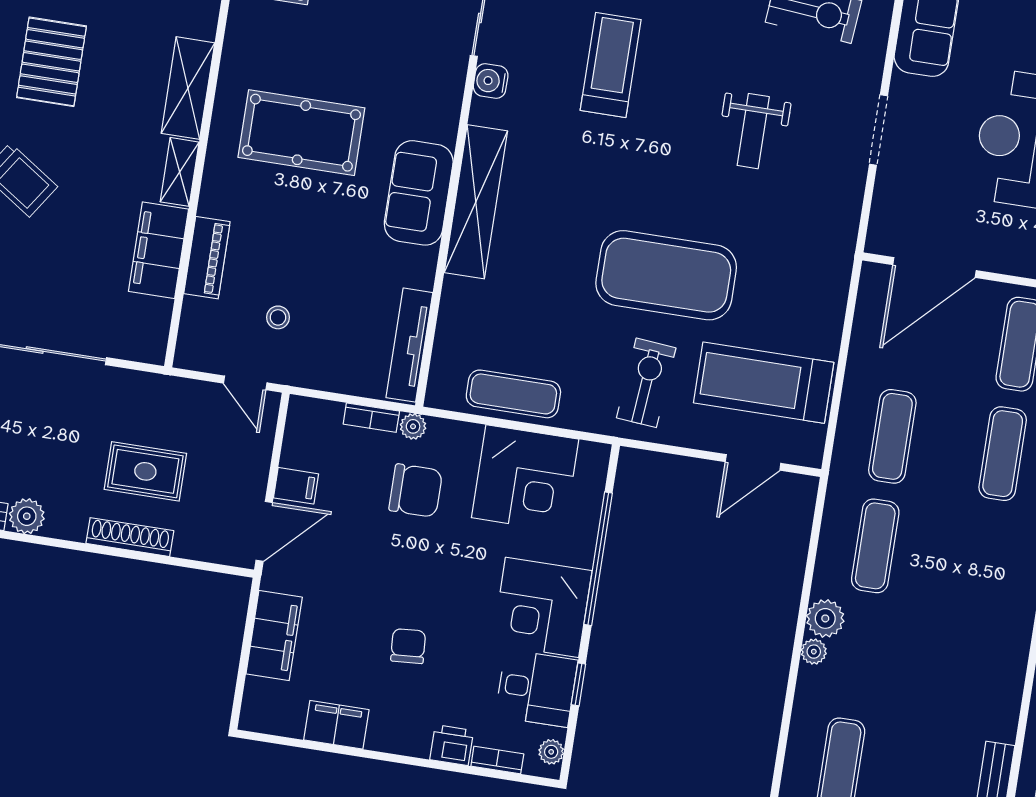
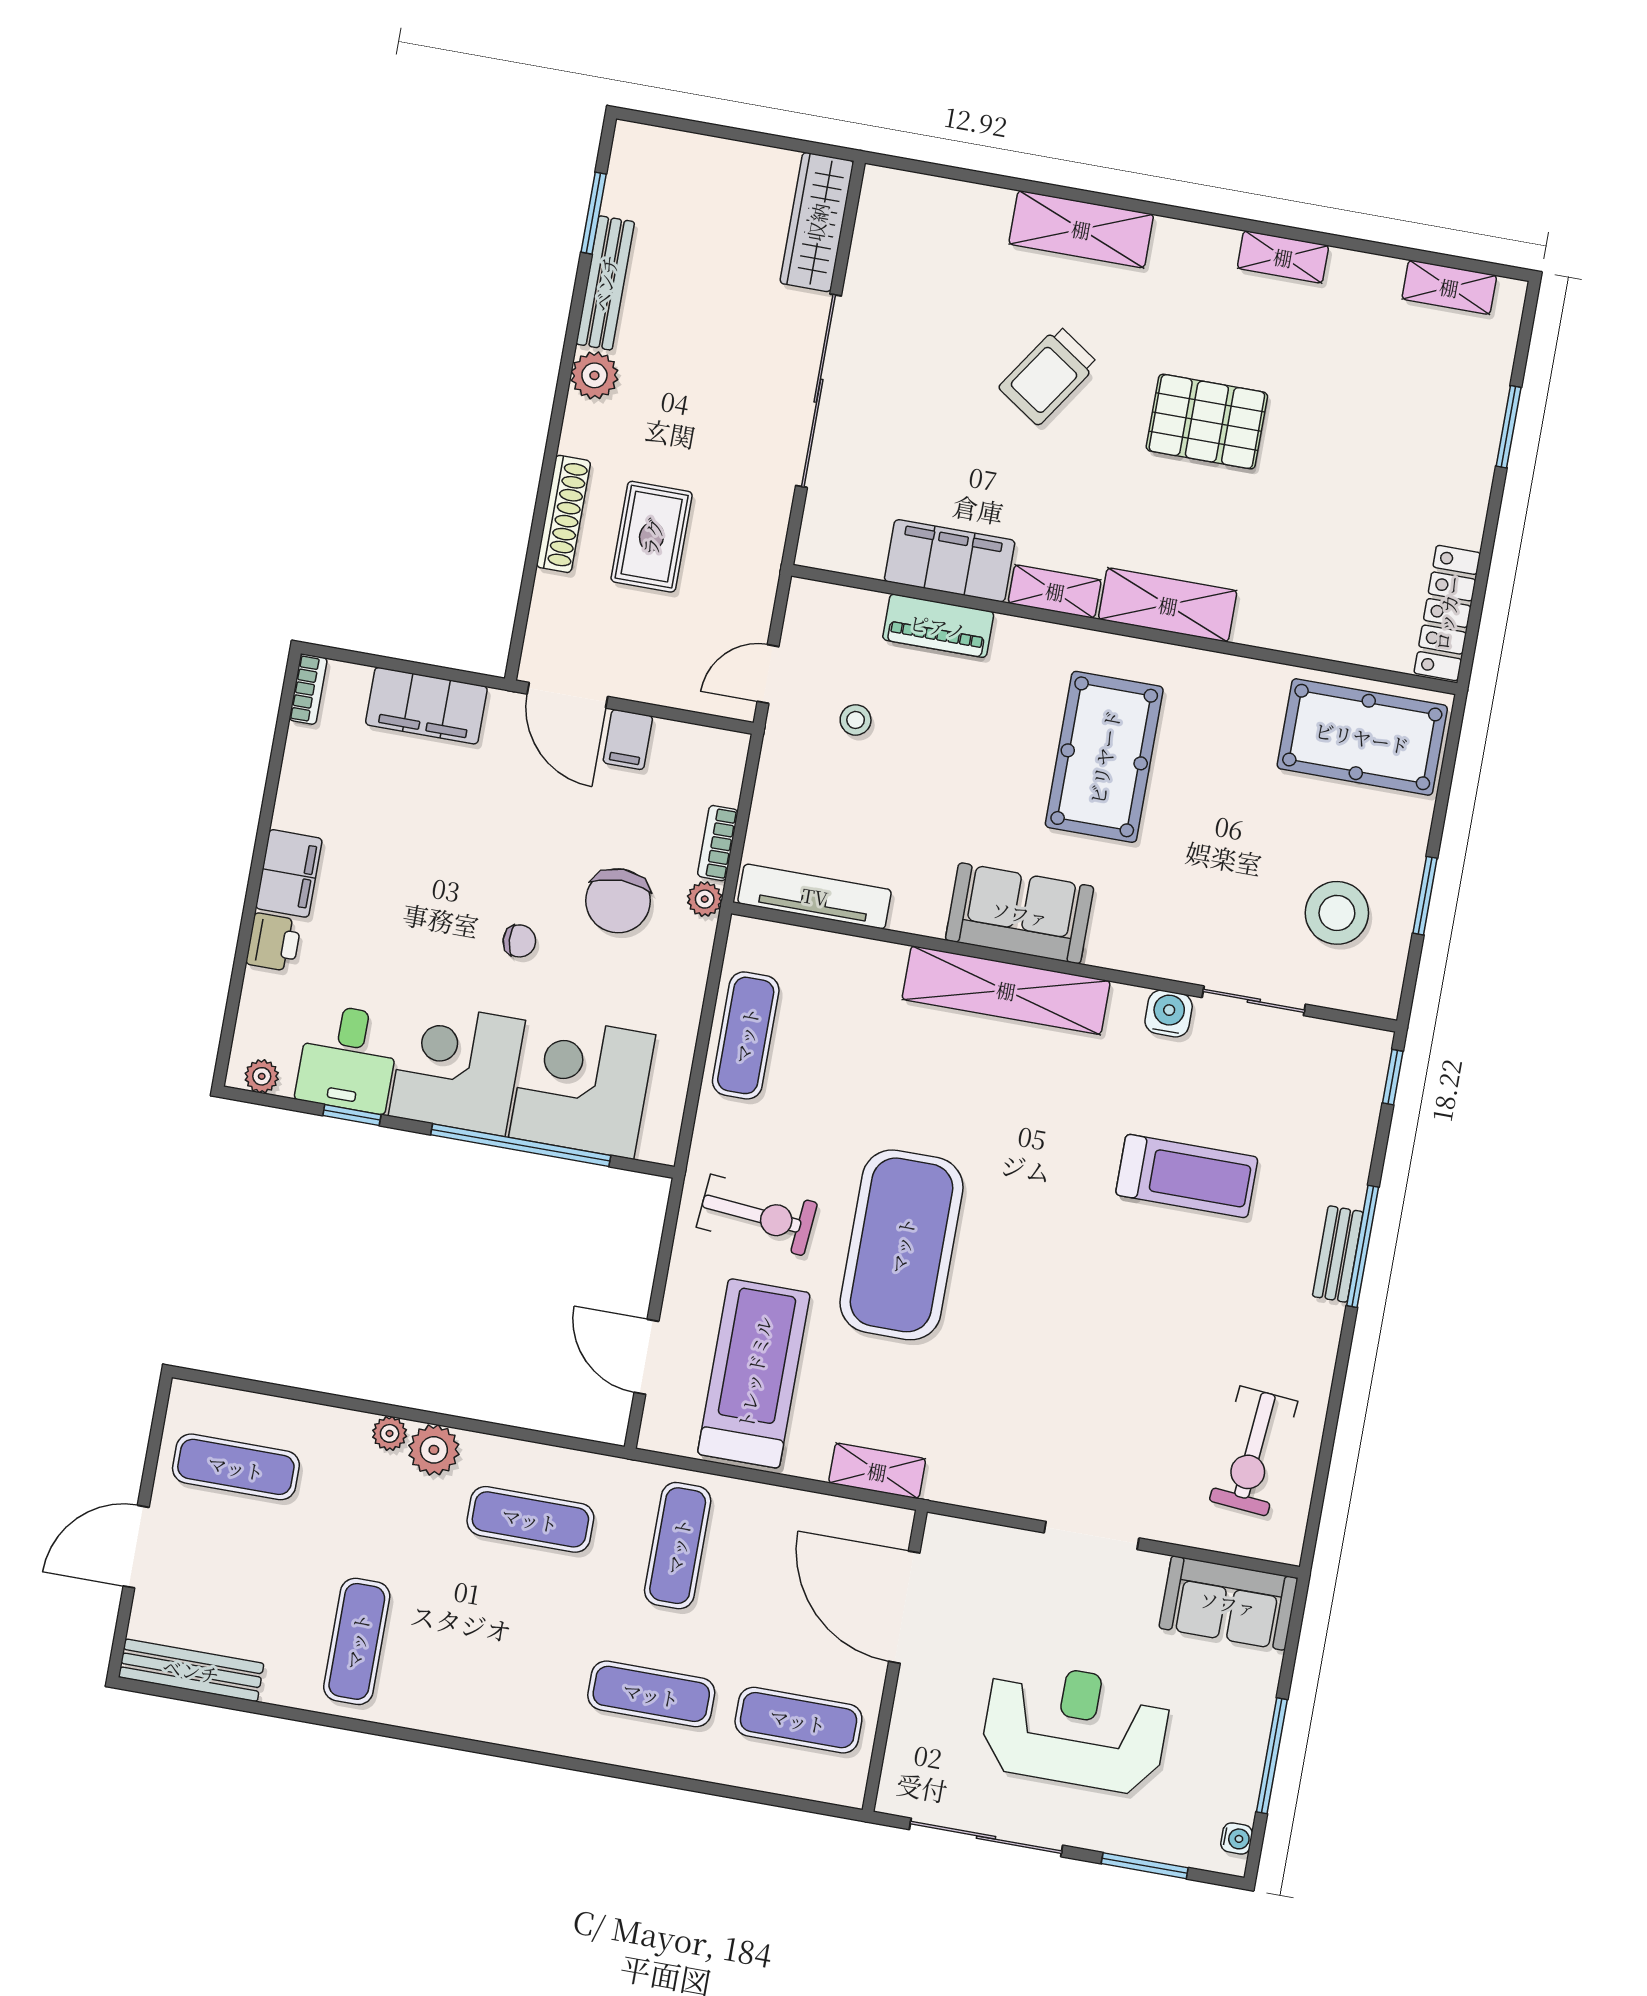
weight bench: (753, 131) -> (1094, 1366), removed
shelving: (834, 290) -> (877, 1471), added
exercise mat: (892, 436) -> (678, 1546), turned 90
corner desk: (525, 478) -> (582, 1086), moved, turned 90
chair: (408, 646) -> (519, 941), moved, width x0.73, depth x0.73
exercise mat: (968, 673) -> (357, 1641), added
filing cabinet: (336, 725) -> (289, 873), moved
bookcase: (497, 760) -> (308, 689), moved

